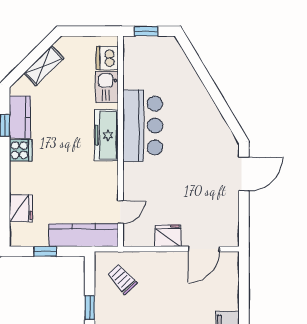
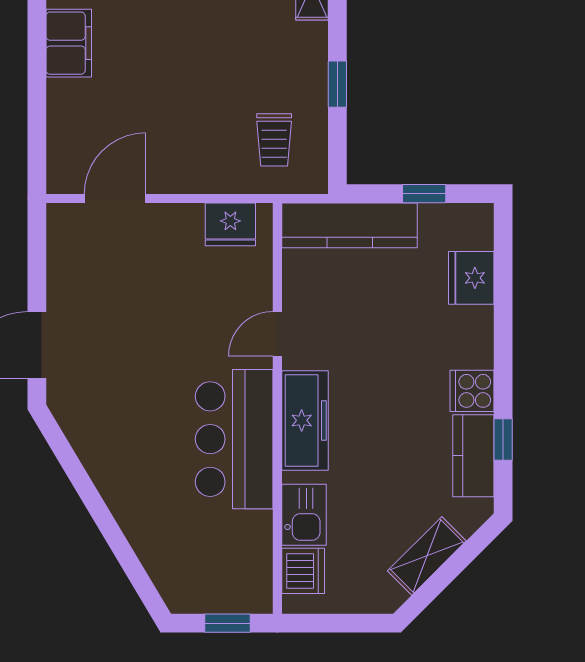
door: (120, 212) -> (277, 334), moved
fridge: (168, 236) -> (230, 224), moved
trolley: (122, 279) -> (274, 140), turned 43

